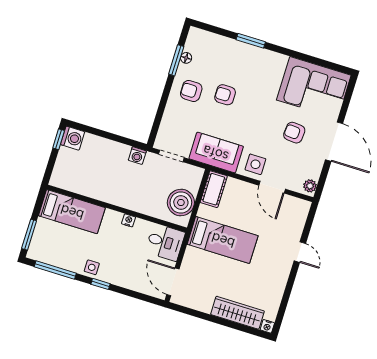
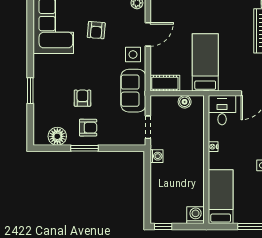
floor lamp: (186, 58) -> (57, 136), width x1.89, depth x1.89
window: (176, 60) -> (84, 148), moved
armchair: (191, 91) -> (88, 128), turned -90
armchair: (225, 95) -> (82, 98), turned 180
washing machine: (73, 138) -> (196, 215), moved
boiler: (181, 202) -> (185, 102), width x0.54, depth x0.54

